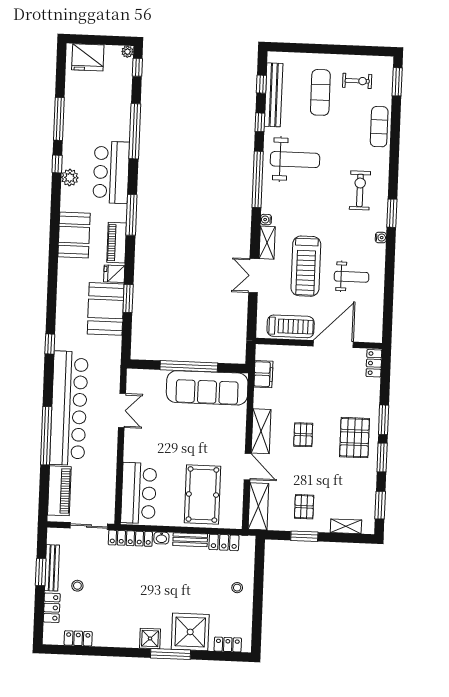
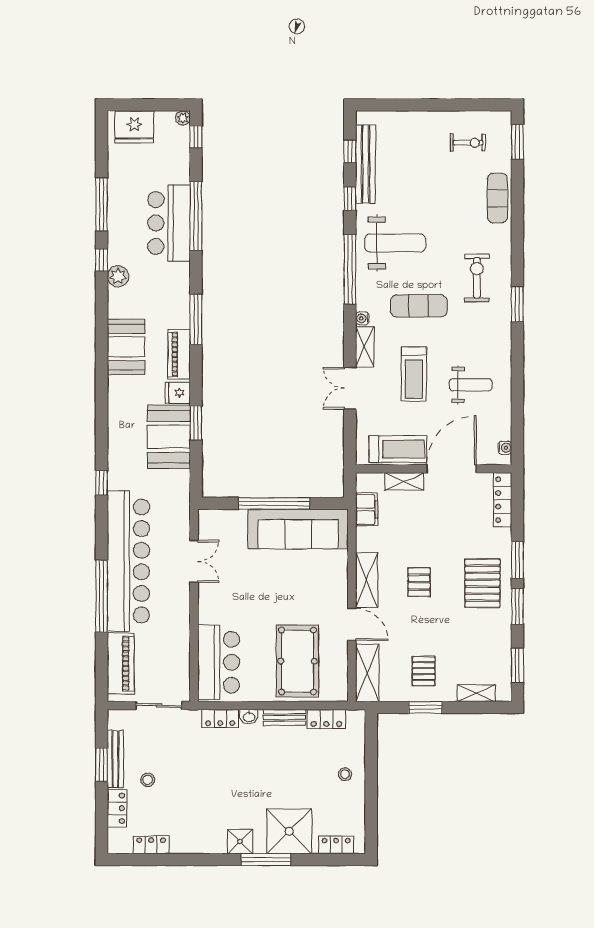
exercise mat: (320, 92) -> (419, 306), moved, turned 90
bar counter: (111, 172) -> (169, 223), moved
water cooler: (381, 238) -> (505, 448), moved
treadmill: (306, 266) -> (414, 374), width x0.73, depth x0.73
shelving: (295, 353) -> (404, 481), added
locker: (374, 363) -> (503, 500), width x1.53
locker: (130, 538) -> (220, 719), width x0.66

